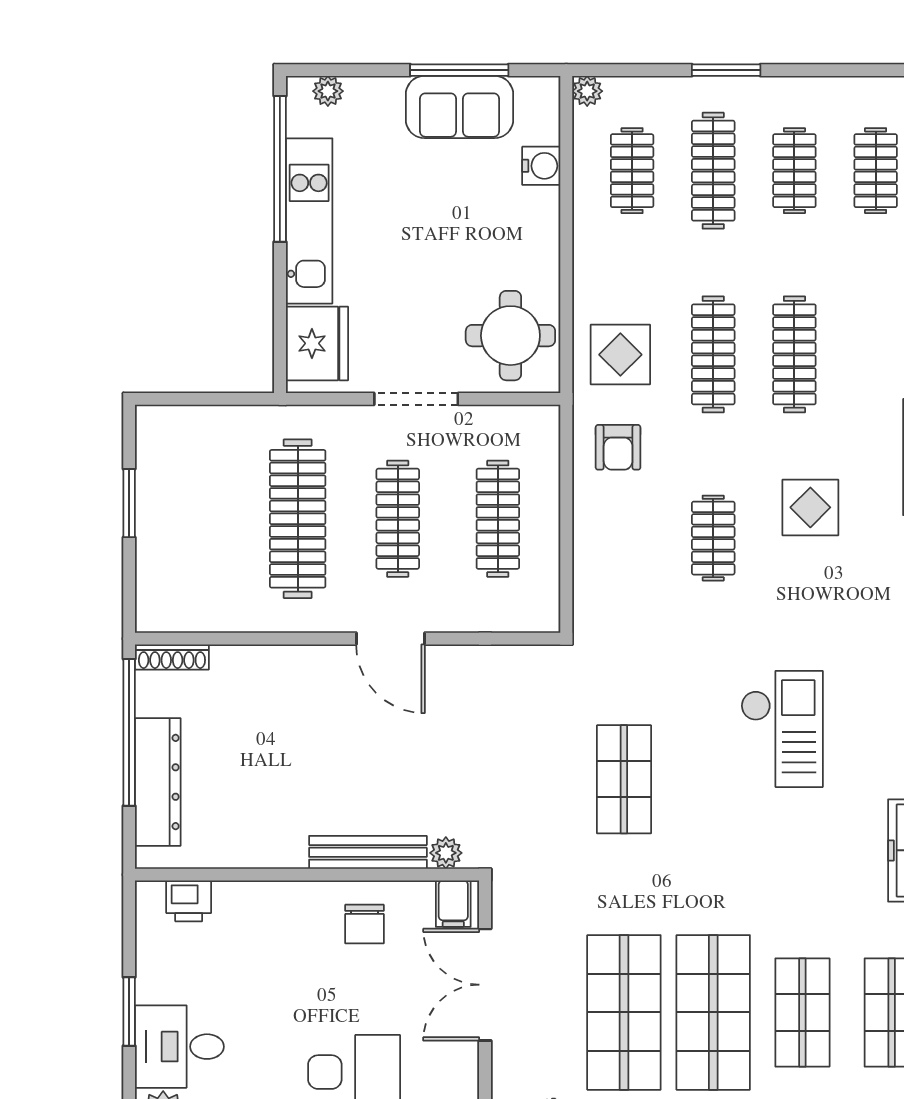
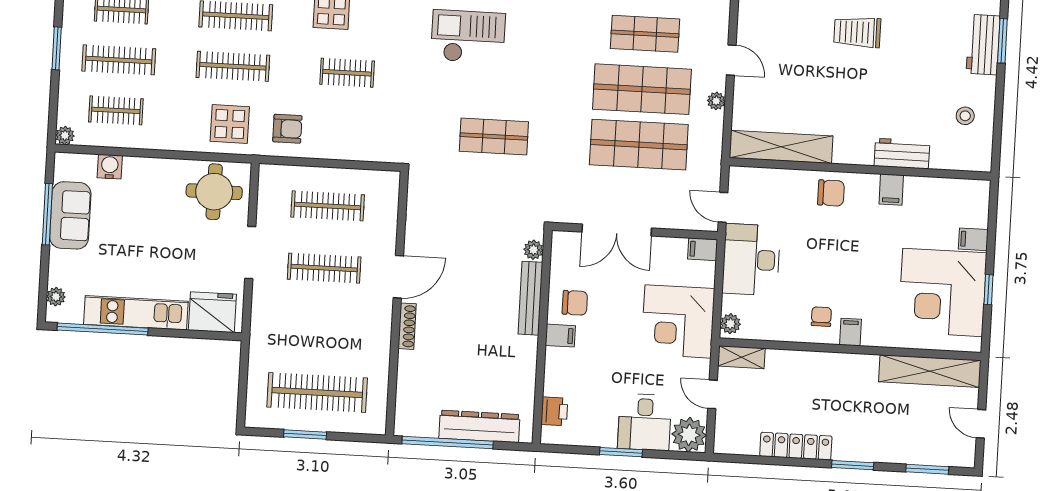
clothes rail: (298, 519) -> (317, 393), moved
shoe rack: (172, 657) -> (407, 326), moved
filing cabinet: (453, 904) -> (560, 336), moved

